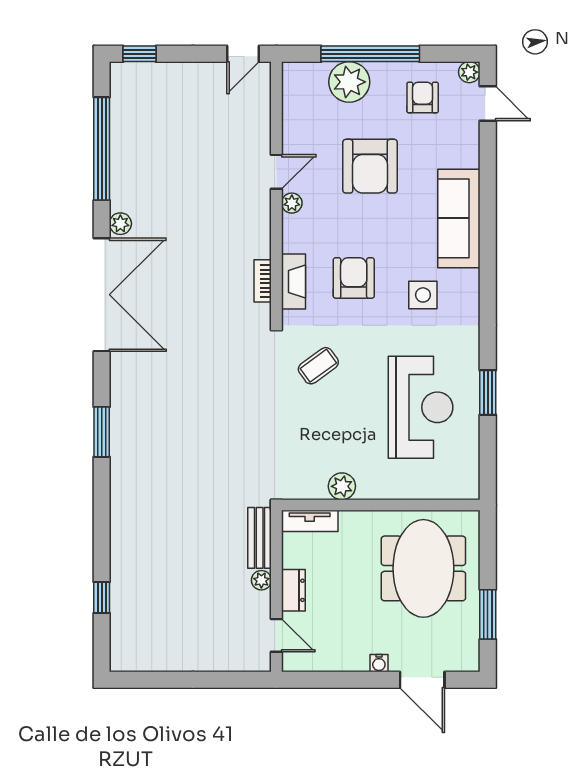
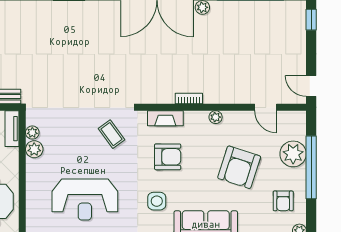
armchair: (423, 97) -> (283, 201), turned 90
armchair: (370, 166) -> (239, 167), turned -72
door: (276, 172) -> (266, 107), moved
bookcase: (263, 281) -> (189, 99), moved
plant: (316, 489) -> (32, 133), added

